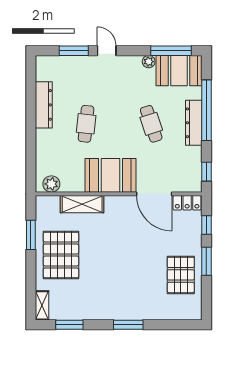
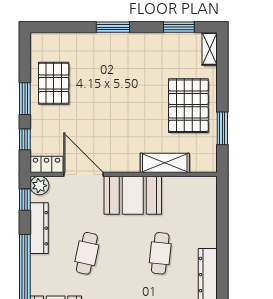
dresser: (194, 123) -> (39, 228), moved
cafe table: (151, 124) -> (87, 253), turned 30
plant: (51, 184) -> (39, 186), moved

